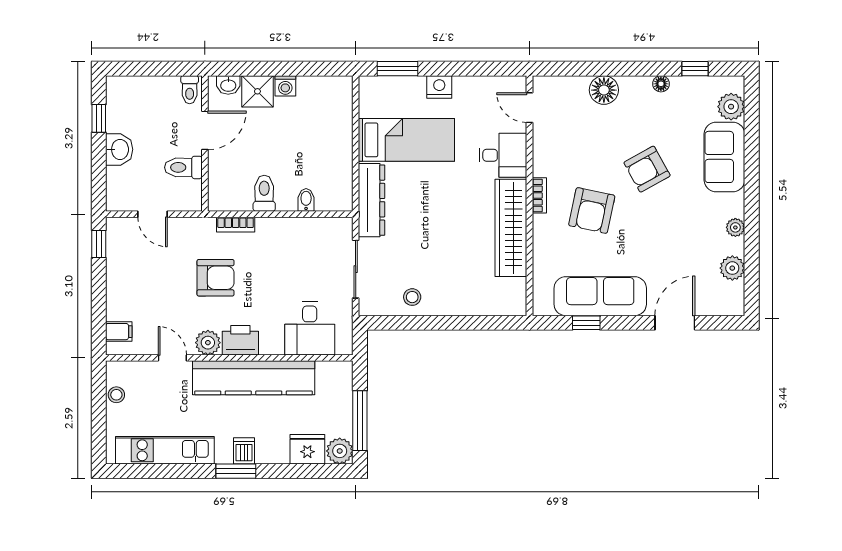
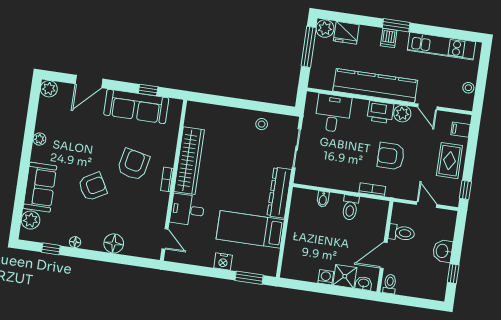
plant: (732, 268) -> (49, 89), moved
rug: (128, 284) -> (449, 161), added

